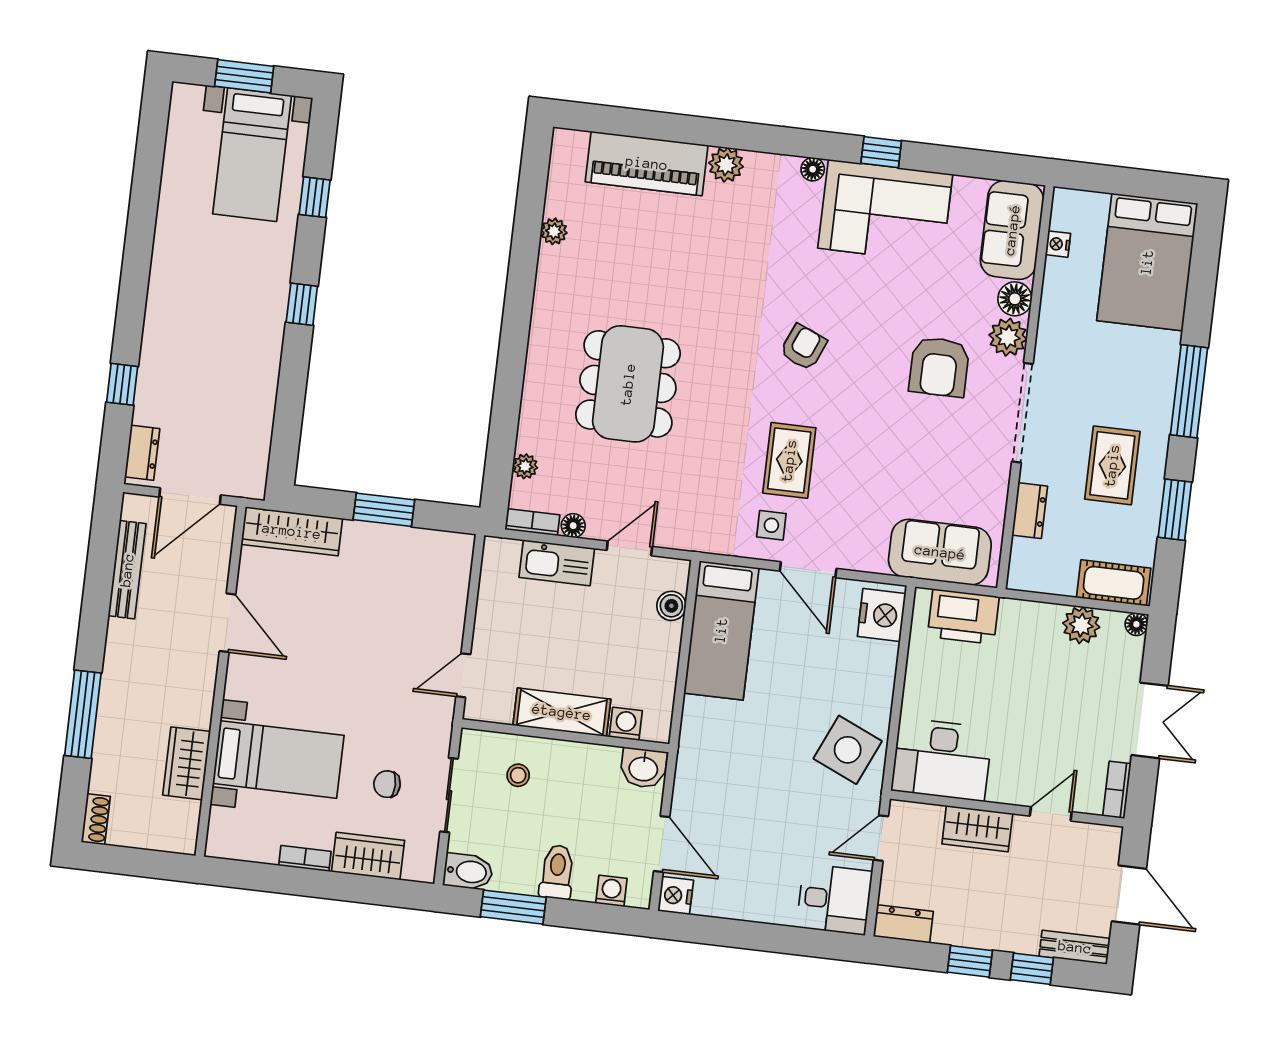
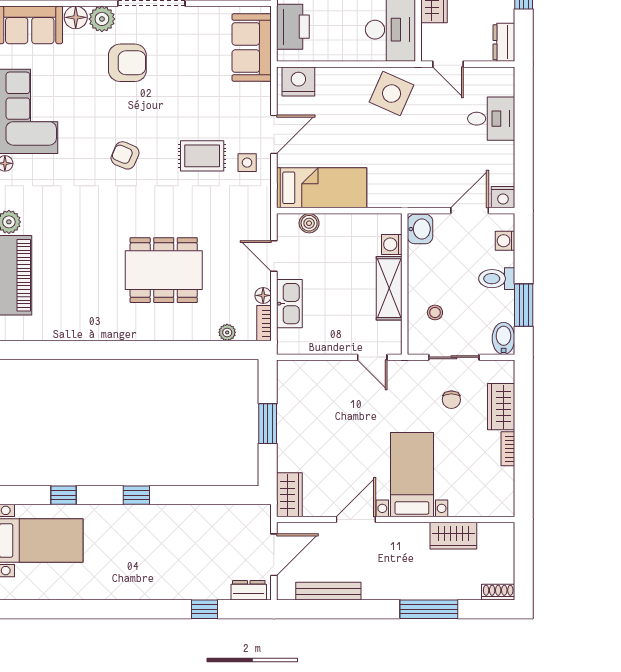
plant: (554, 231) -> (67, 332), removed
door: (190, 496) -> (274, 555), hinge flipped
wardrobe: (292, 531) -> (289, 495), width x0.67
bed with nightstands: (278, 759) -> (412, 475), moved
desk: (835, 899) -> (491, 119), moved, turned 90

